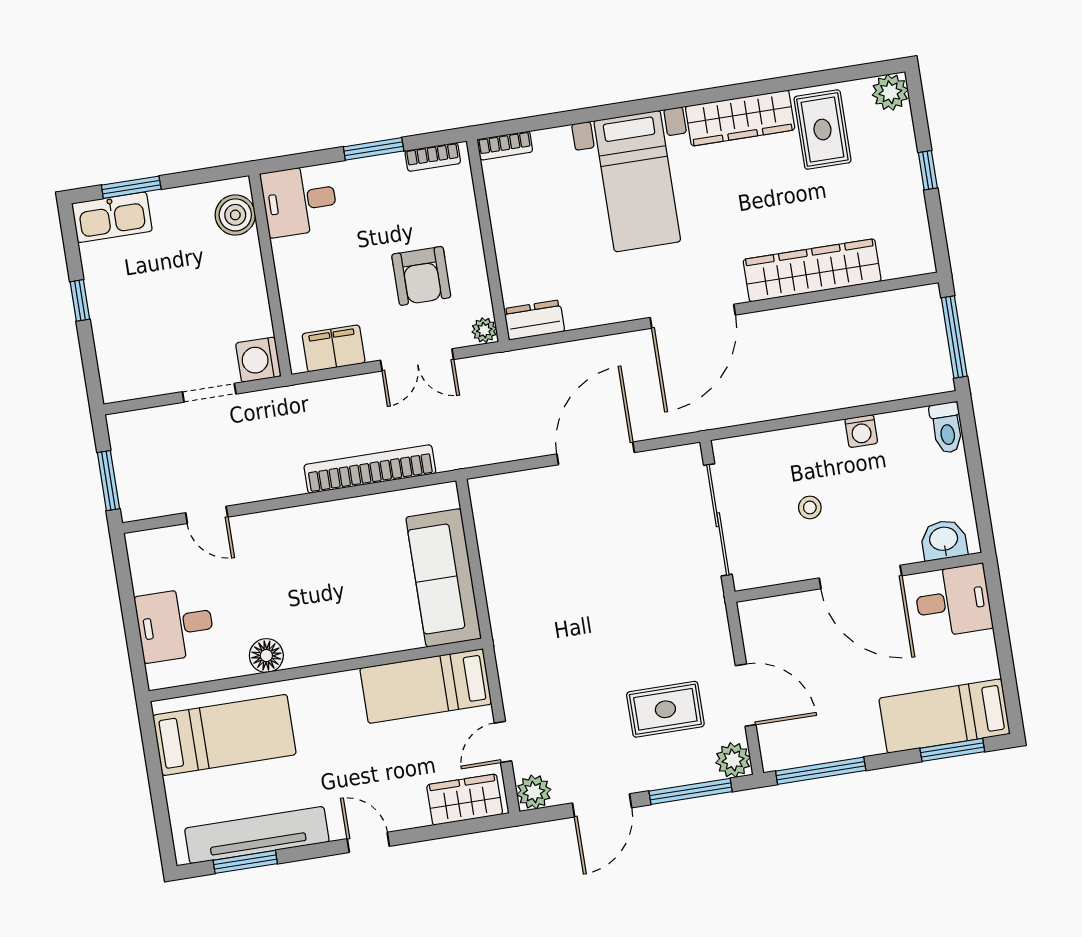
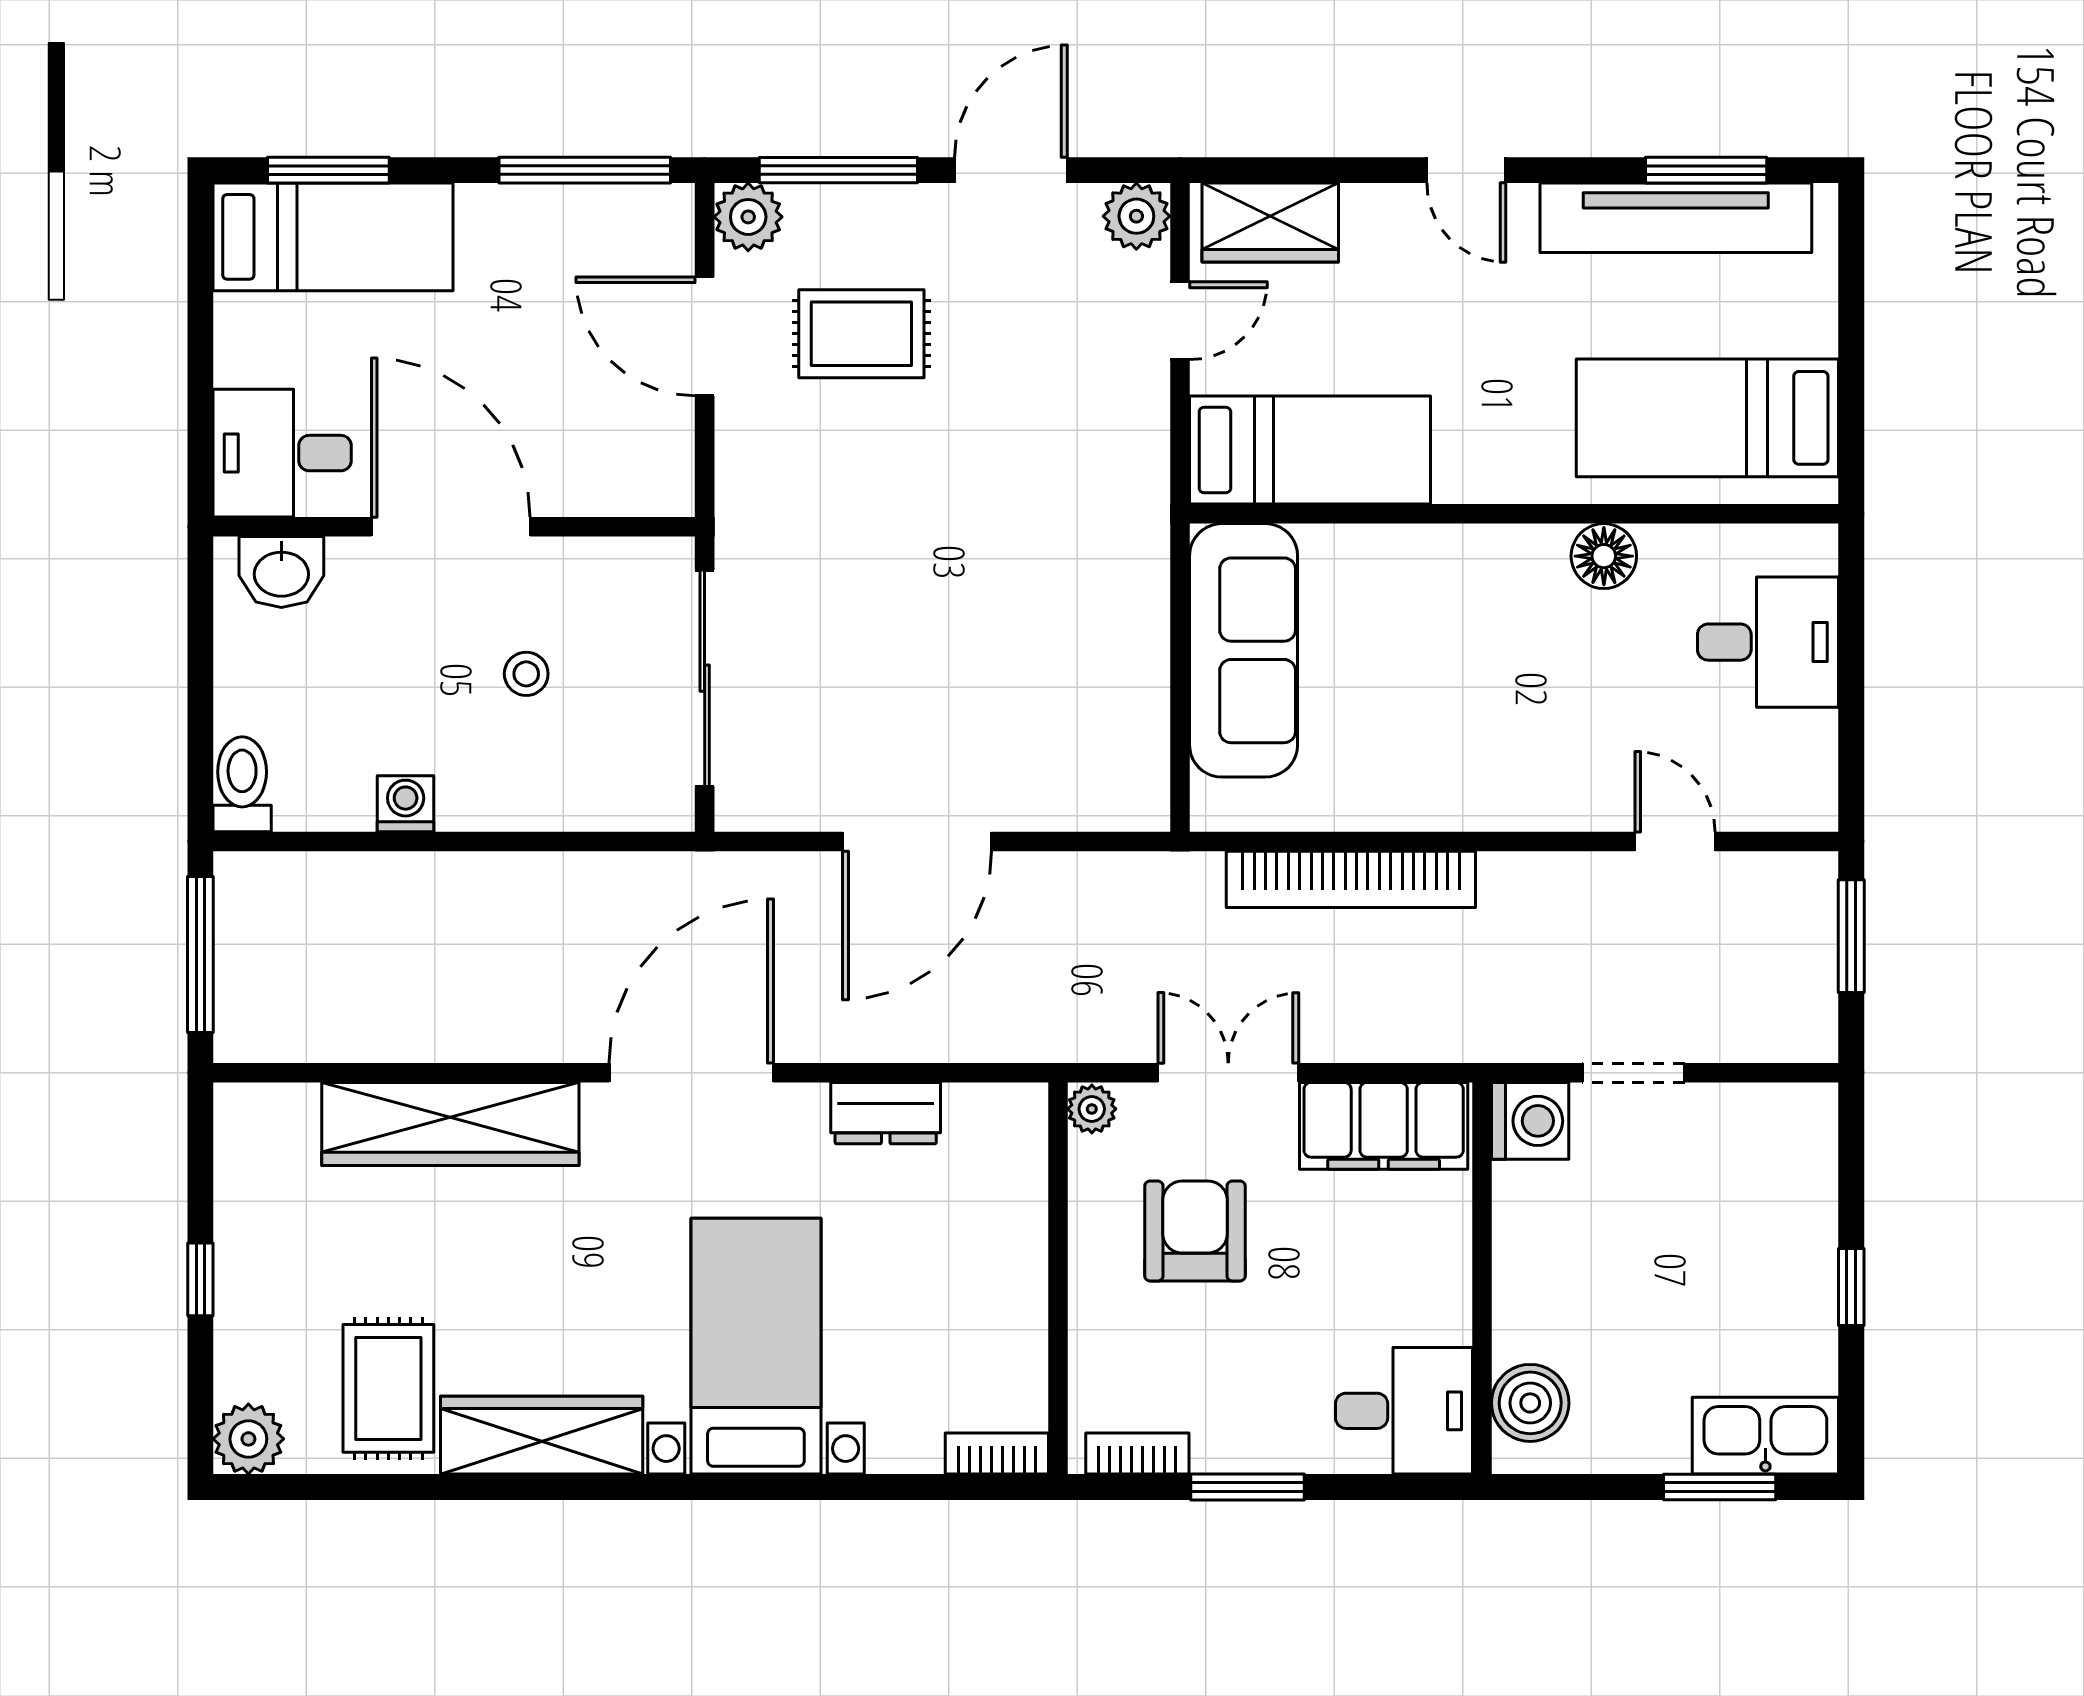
dresser: (534, 320) -> (886, 1113), moved
filing cabinet: (334, 348) -> (1384, 1126), width x1.50, depth x1.17

